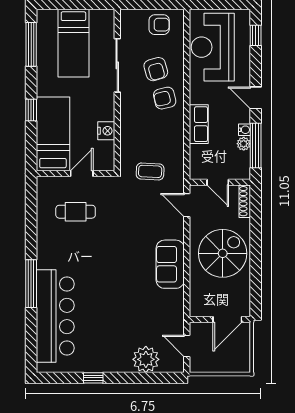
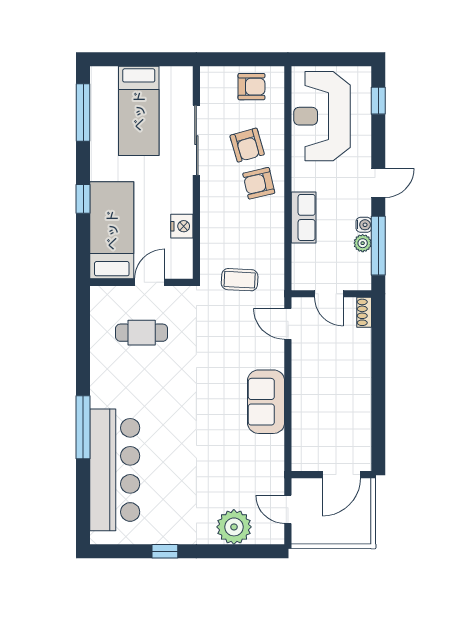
door: (256, 98) -> (378, 183), swing flipped
shoe rack: (245, 201) -> (364, 312), width x0.70
spiral stairs: (223, 253) -> (335, 387), removed

